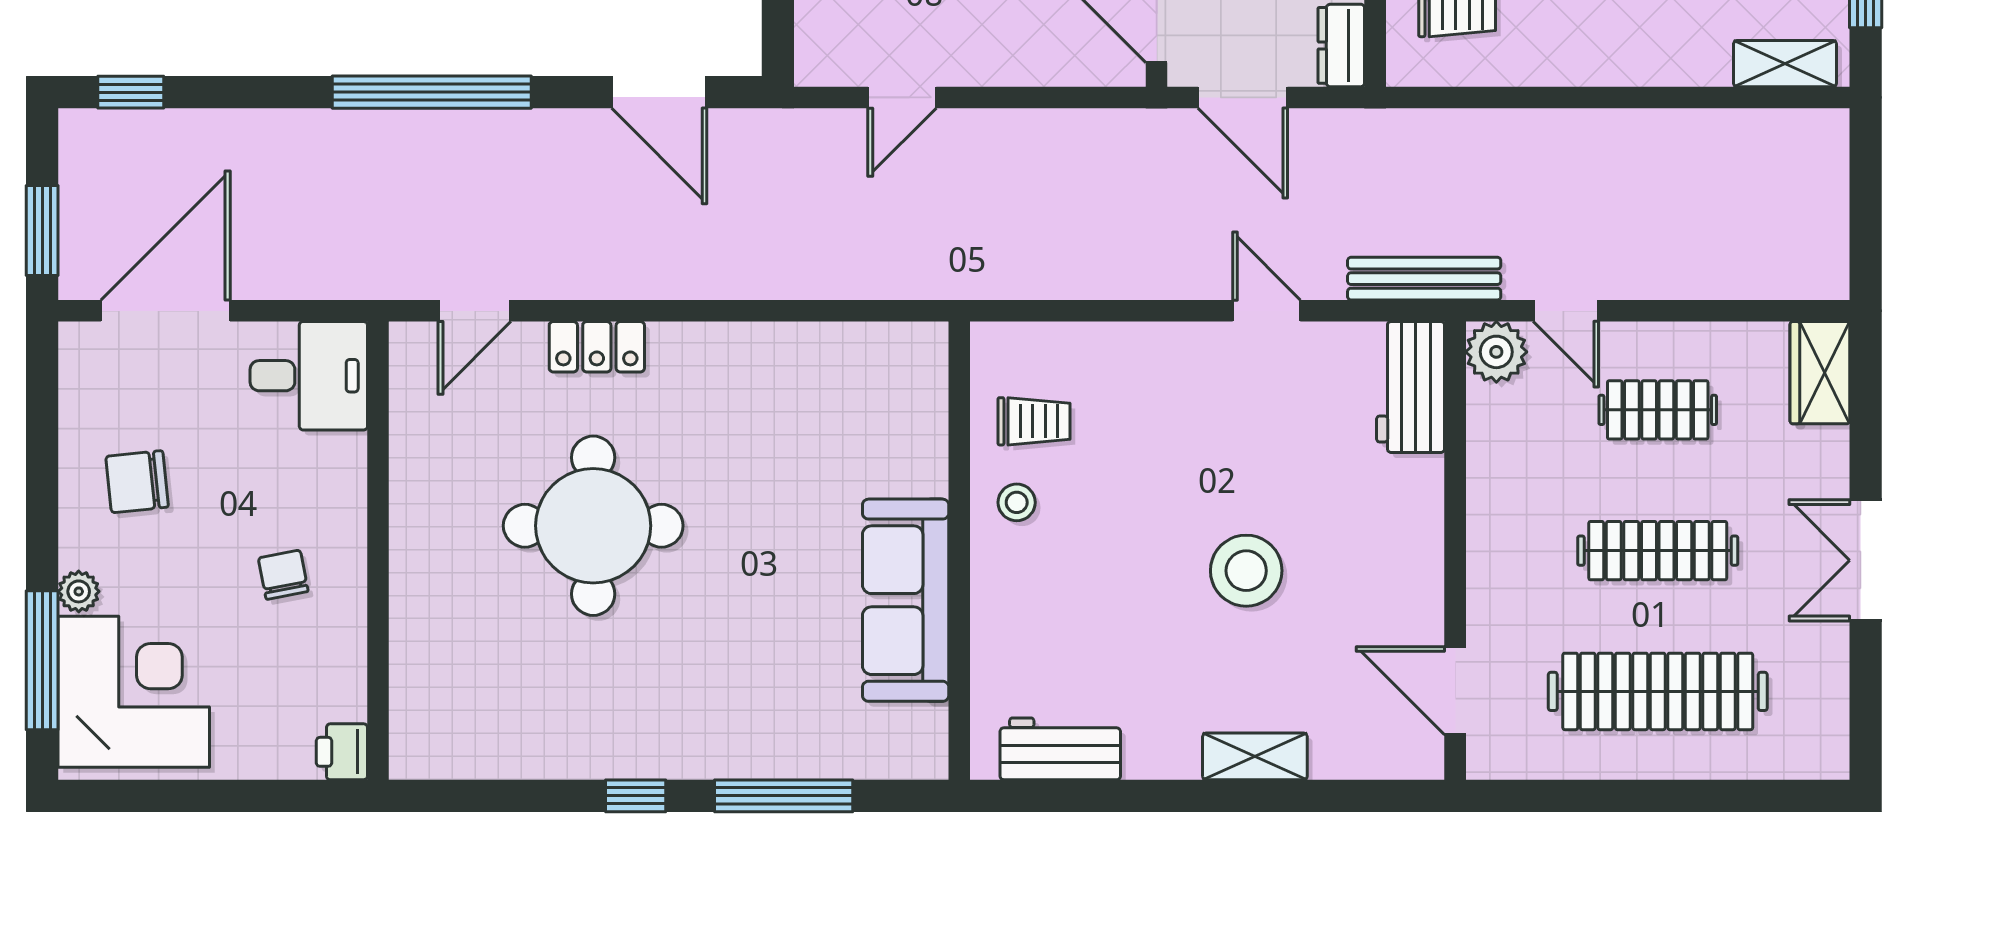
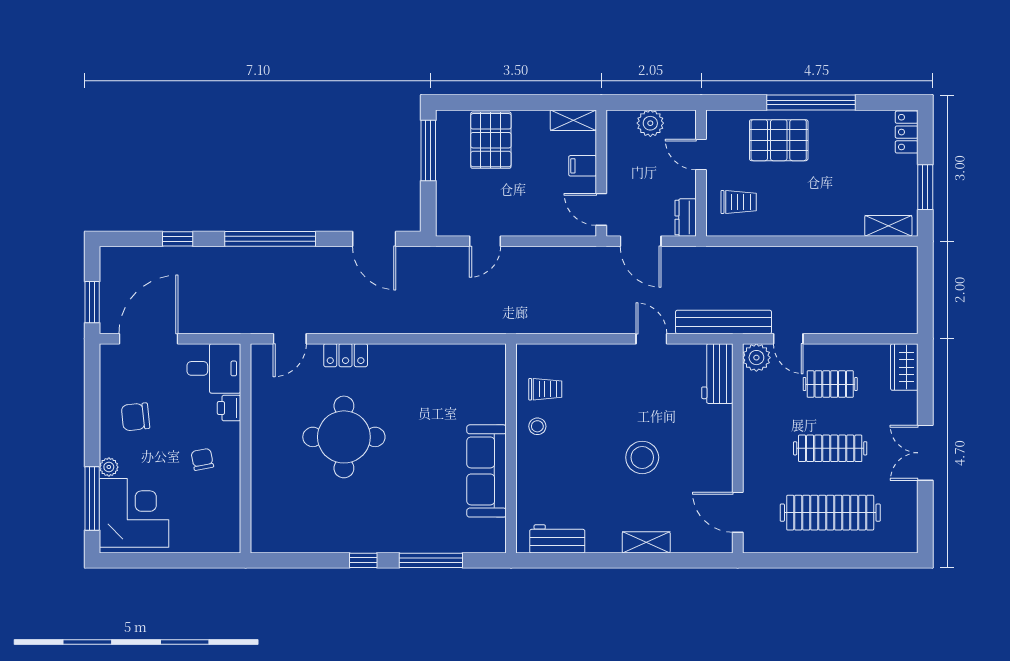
window: (131, 92) -> (178, 239), moved
bench: (1424, 279) -> (724, 322), width x1.37, depth x1.21
printer: (342, 752) -> (229, 408), moved

